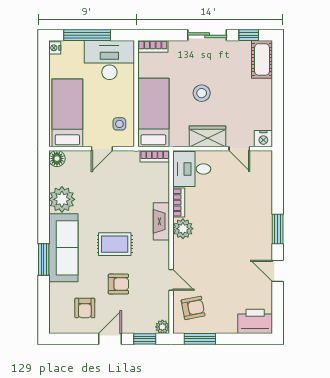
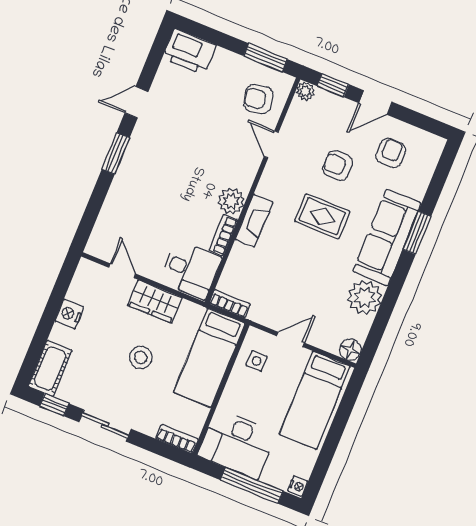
nightstand: (263, 139) -> (69, 314), moved, turned -90
door: (278, 271) -> (137, 102), swing flipped

